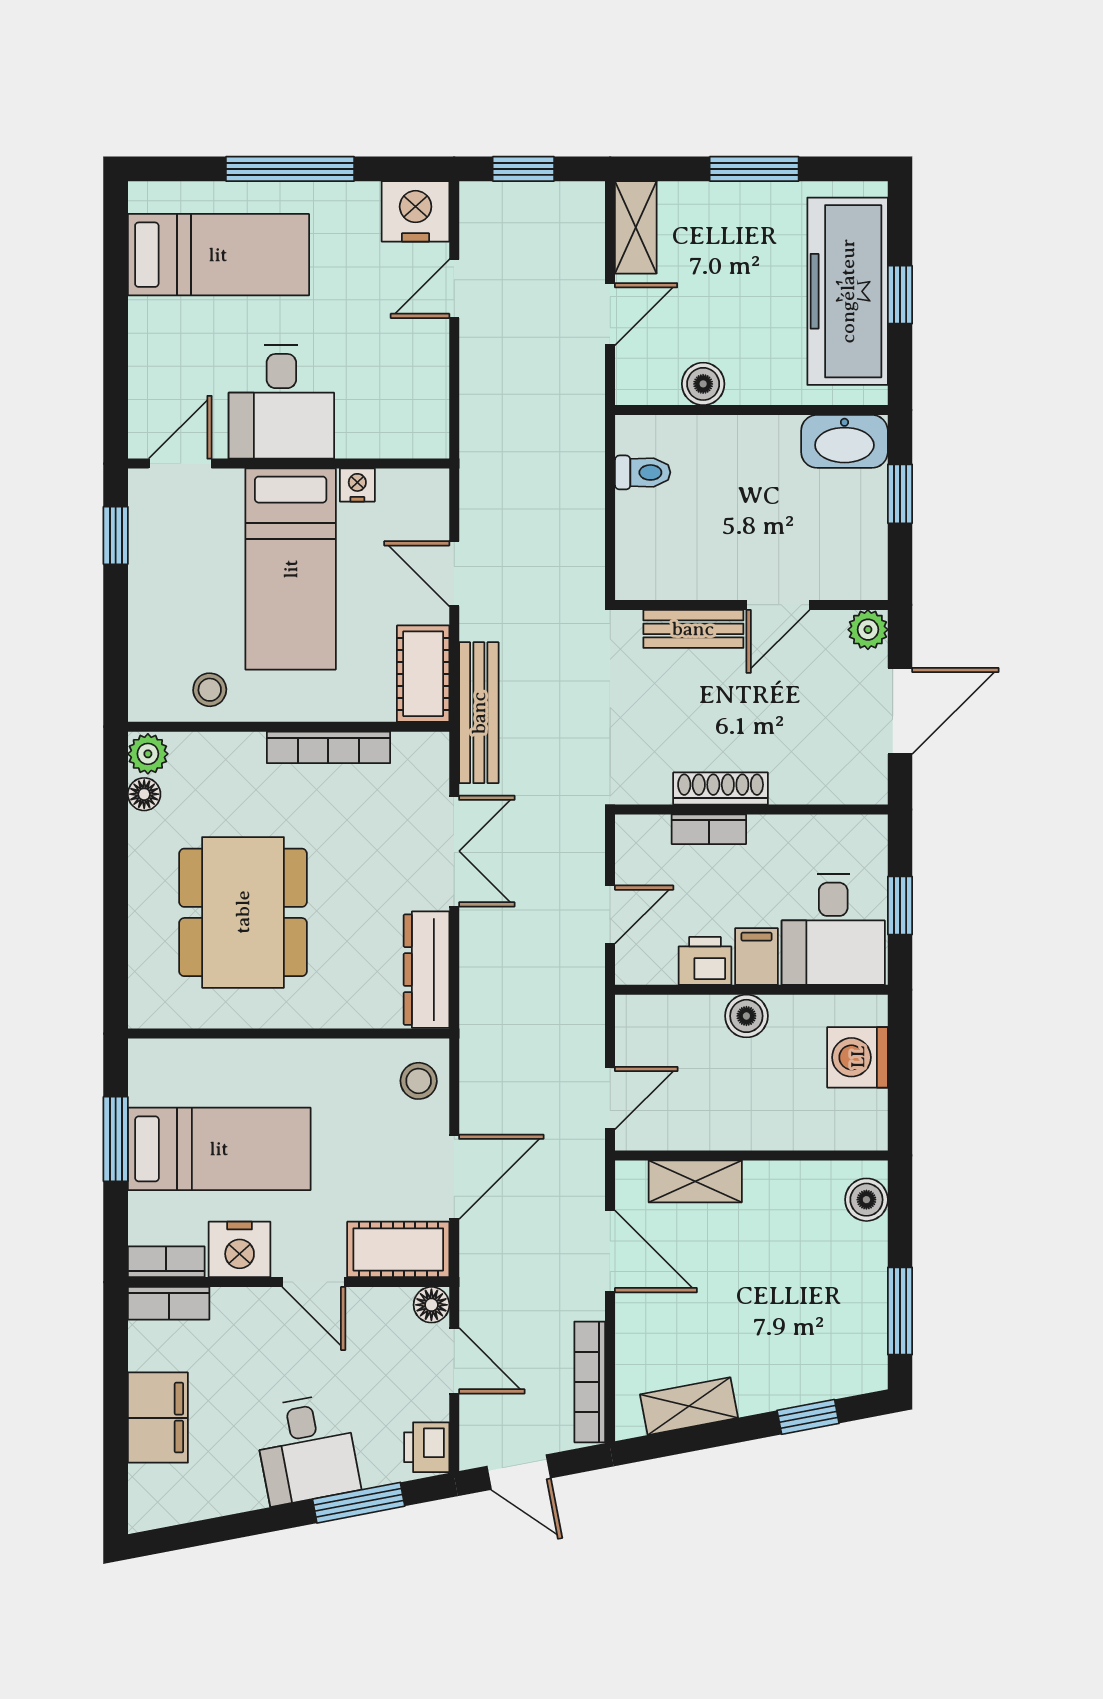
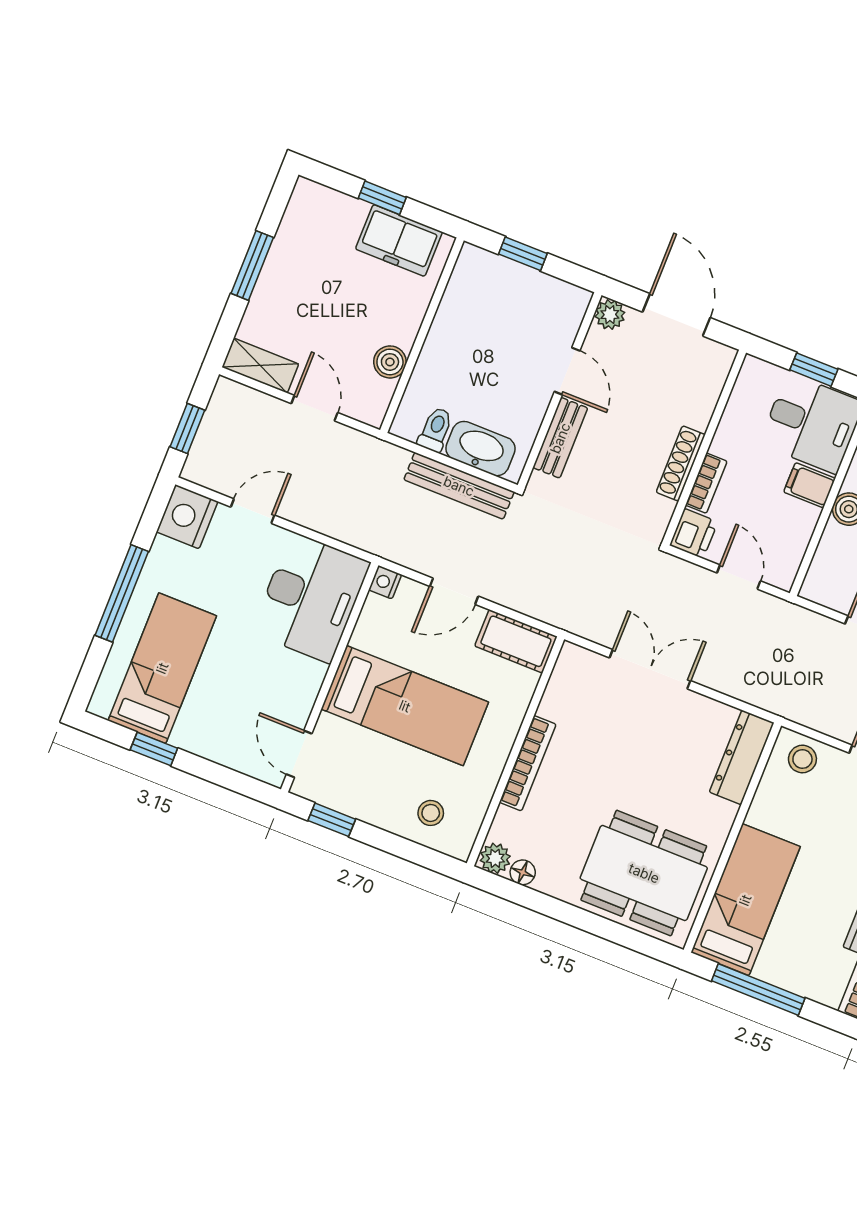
window: (116, 284) -> (154, 749), added
door: (454, 289) -> (253, 511), swing flipped
freezer: (848, 291) -> (399, 240), width x0.52, depth x0.79
desk: (281, 402) -> (311, 598), moved, width x1.37
washbasin: (844, 441) -> (480, 449), moved, turned -90
nightstand: (357, 485) -> (385, 582), moved
stool: (210, 690) -> (431, 813), moved
bench: (479, 713) -> (459, 486), moved
bookcase: (328, 747) -> (528, 763), moved
dining table: (243, 912) -> (644, 873), moved
printer: (705, 961) -> (694, 533), moved, turned 180
dresser: (426, 970) -> (742, 757), moved, turned 90
window: (116, 1139) -> (758, 989), width x1.44
bed: (219, 1149) -> (745, 900), moved

